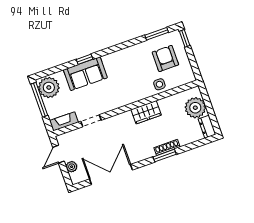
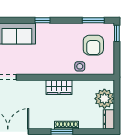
armchair: (165, 58) -> (93, 45), turned 180
window: (85, 59) -> (43, 20), moved

